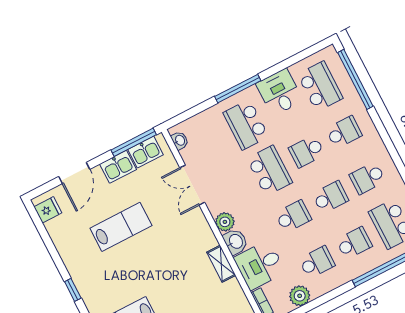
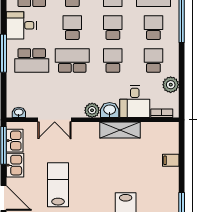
school desk: (307, 151) -> (72, 28), turned 180
shelving: (221, 264) -> (120, 130), width x1.50, depth x1.33

